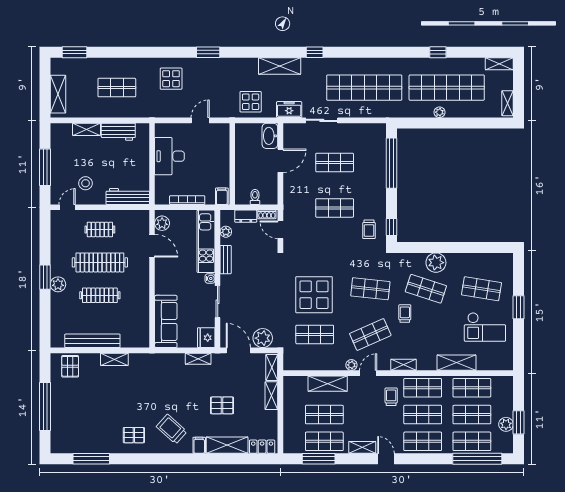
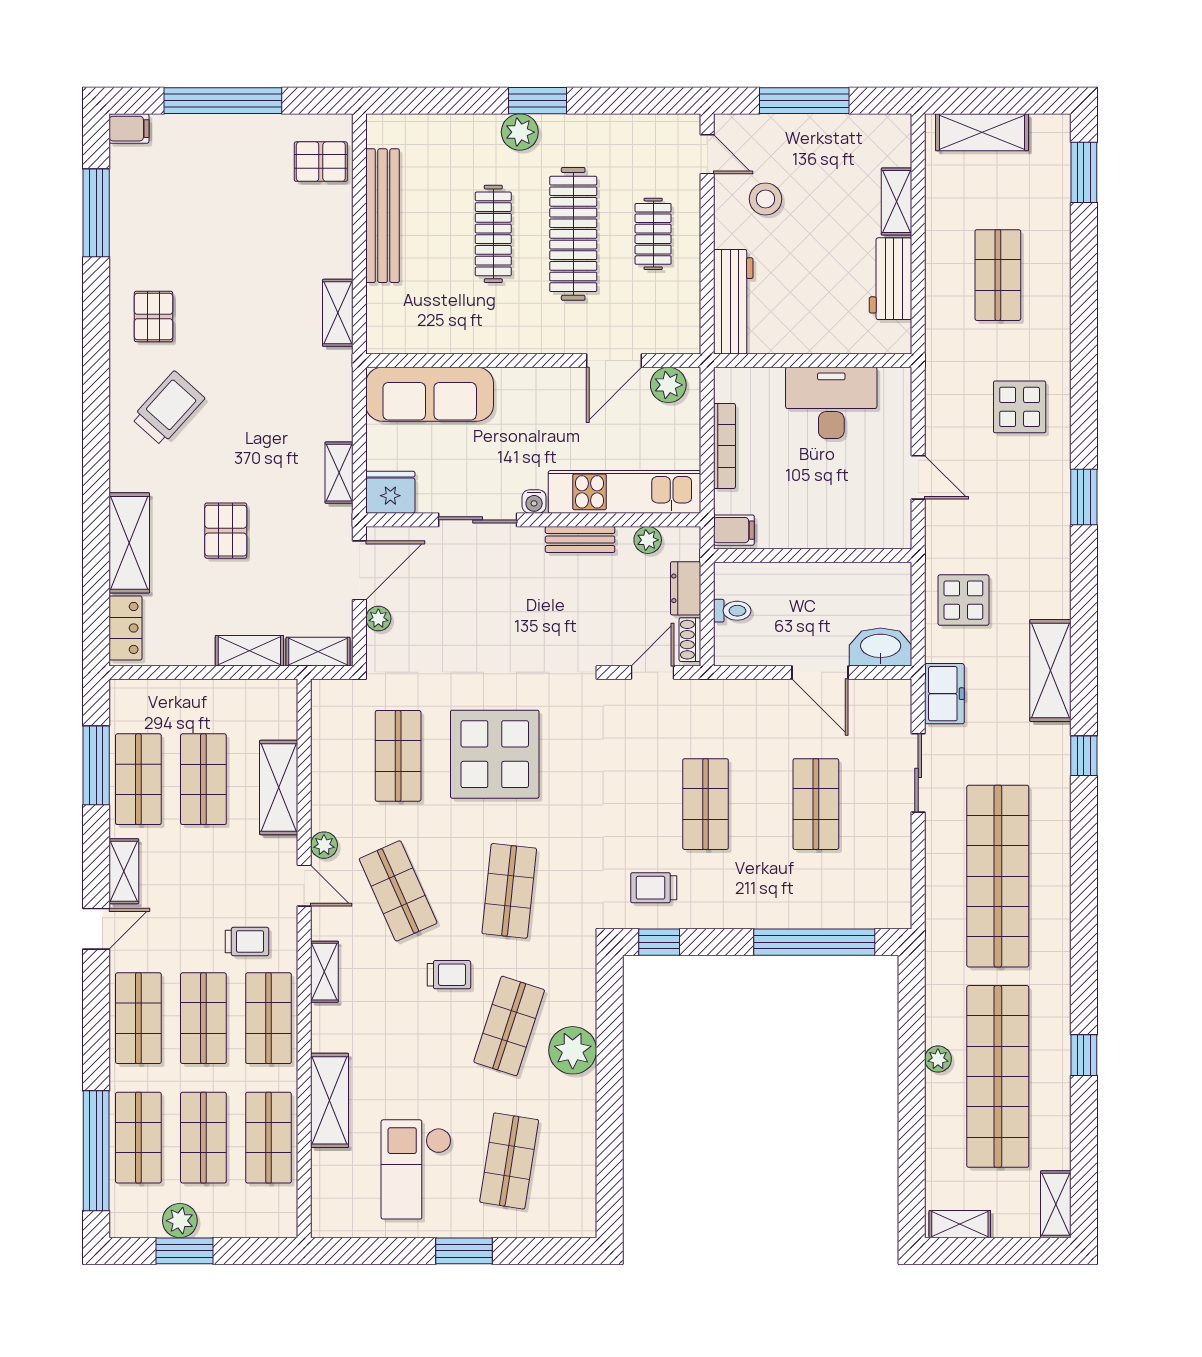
plant: (263, 338) -> (378, 619), width x0.53, depth x0.53
shelving: (114, 359) -> (338, 313), moved
filing cabinet: (199, 445) -> (129, 129), moved

